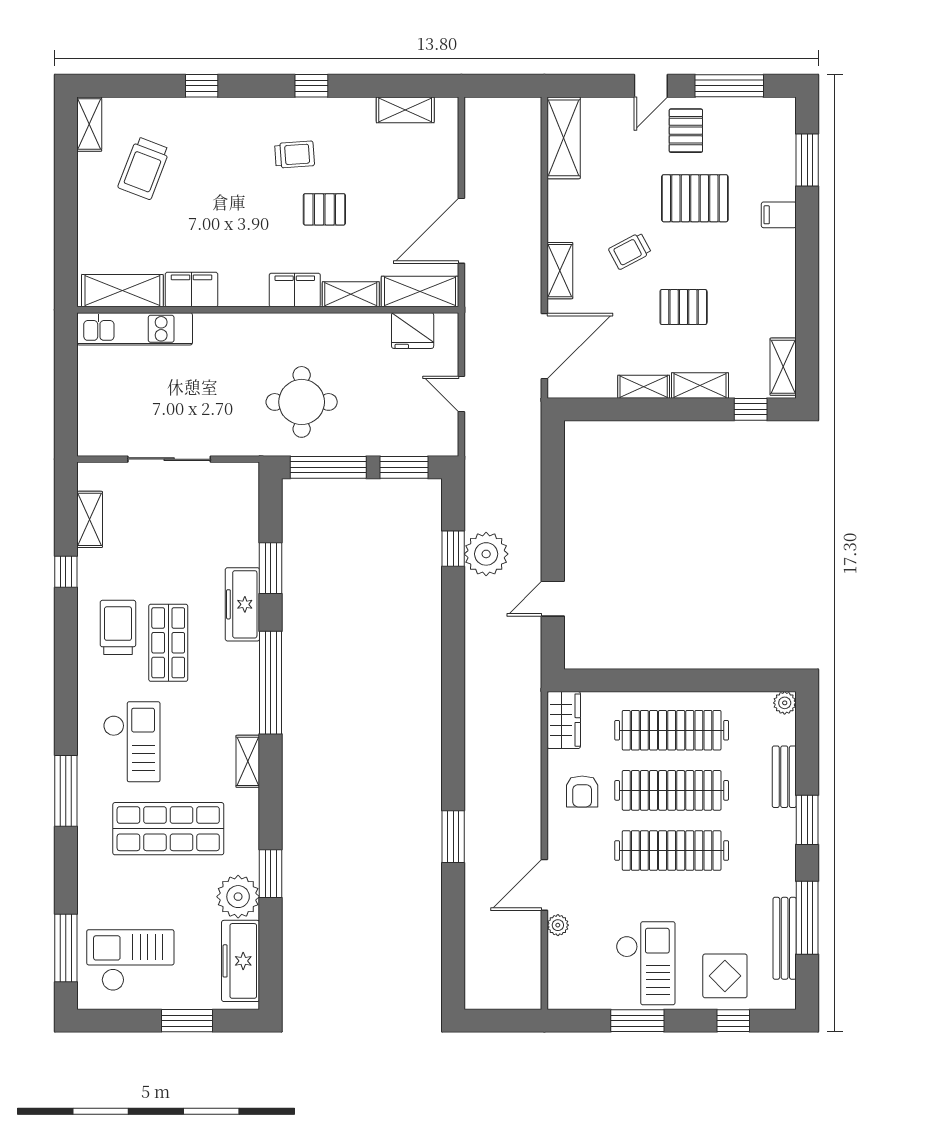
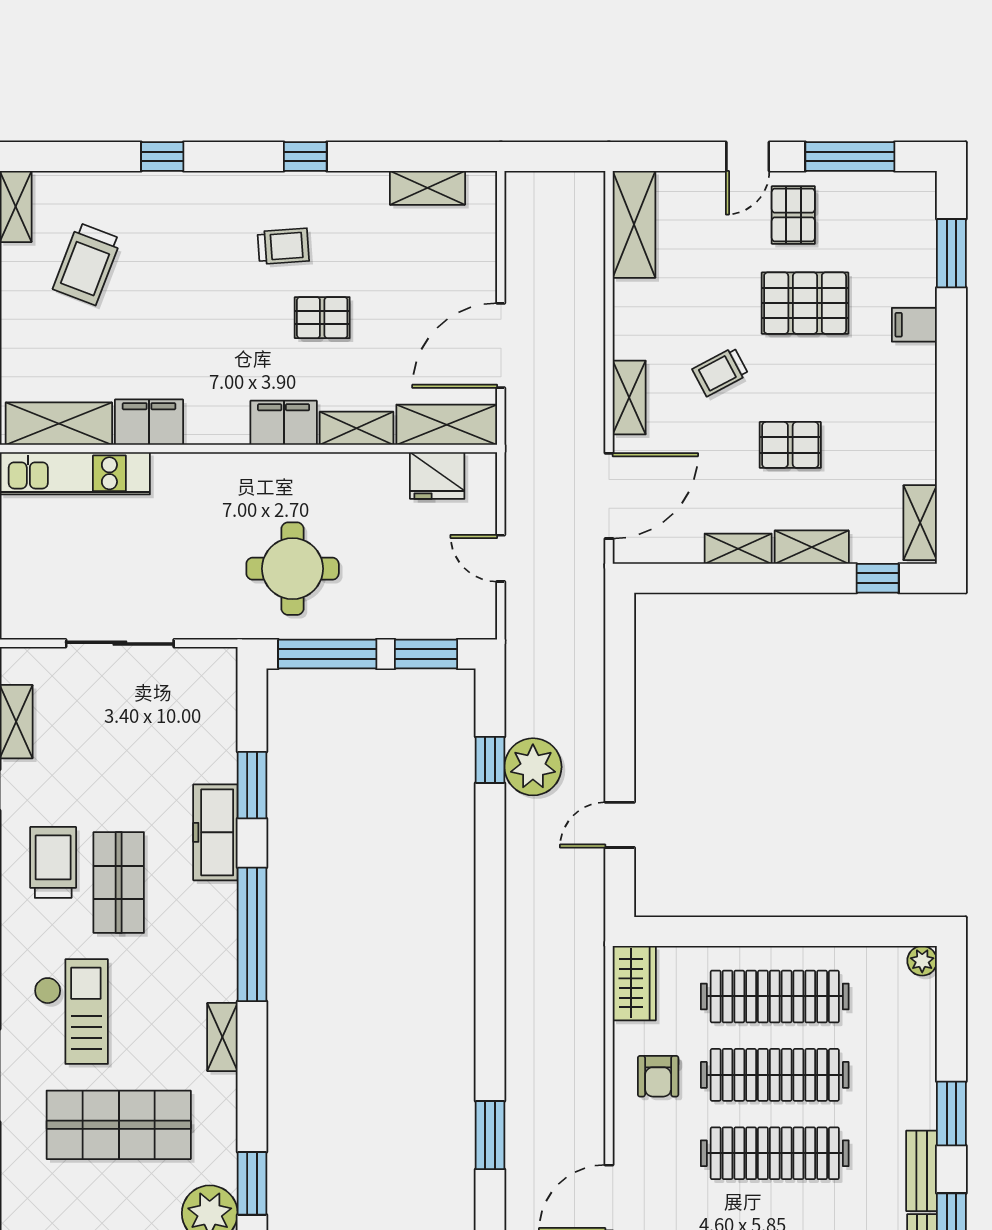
bench: (784, 777) -> (922, 1171), moved

